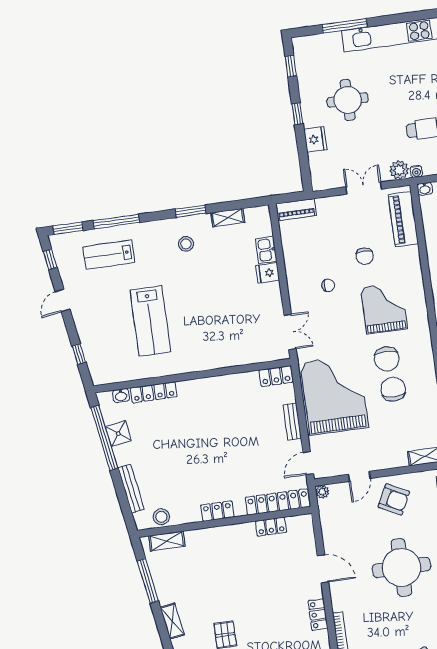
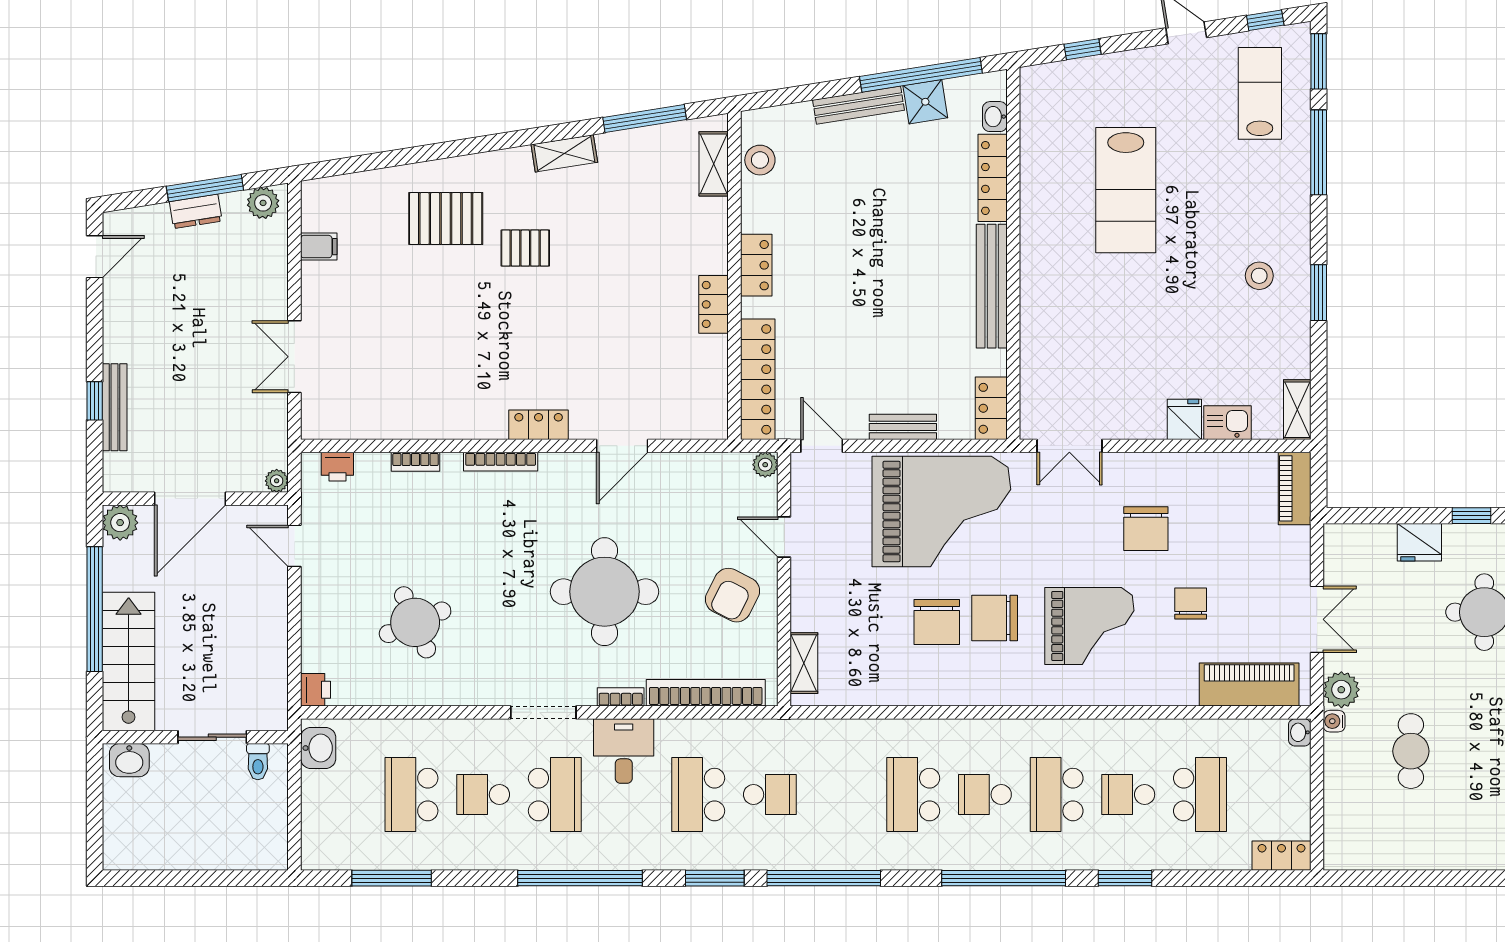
shelving: (228, 218) -> (1297, 410), moved
lab bench: (109, 255) -> (1260, 93), moved
chair: (365, 256) -> (1191, 603), turned 90
chair: (328, 285) -> (1146, 529), width x1.87, depth x1.87
lab bench: (150, 321) -> (1126, 190), turned -90
bench: (211, 385) -> (992, 286), added
chair: (393, 389) -> (937, 622), turned 90
bench: (131, 488) -> (859, 105), moved
locker: (271, 527) -> (714, 304), moved

